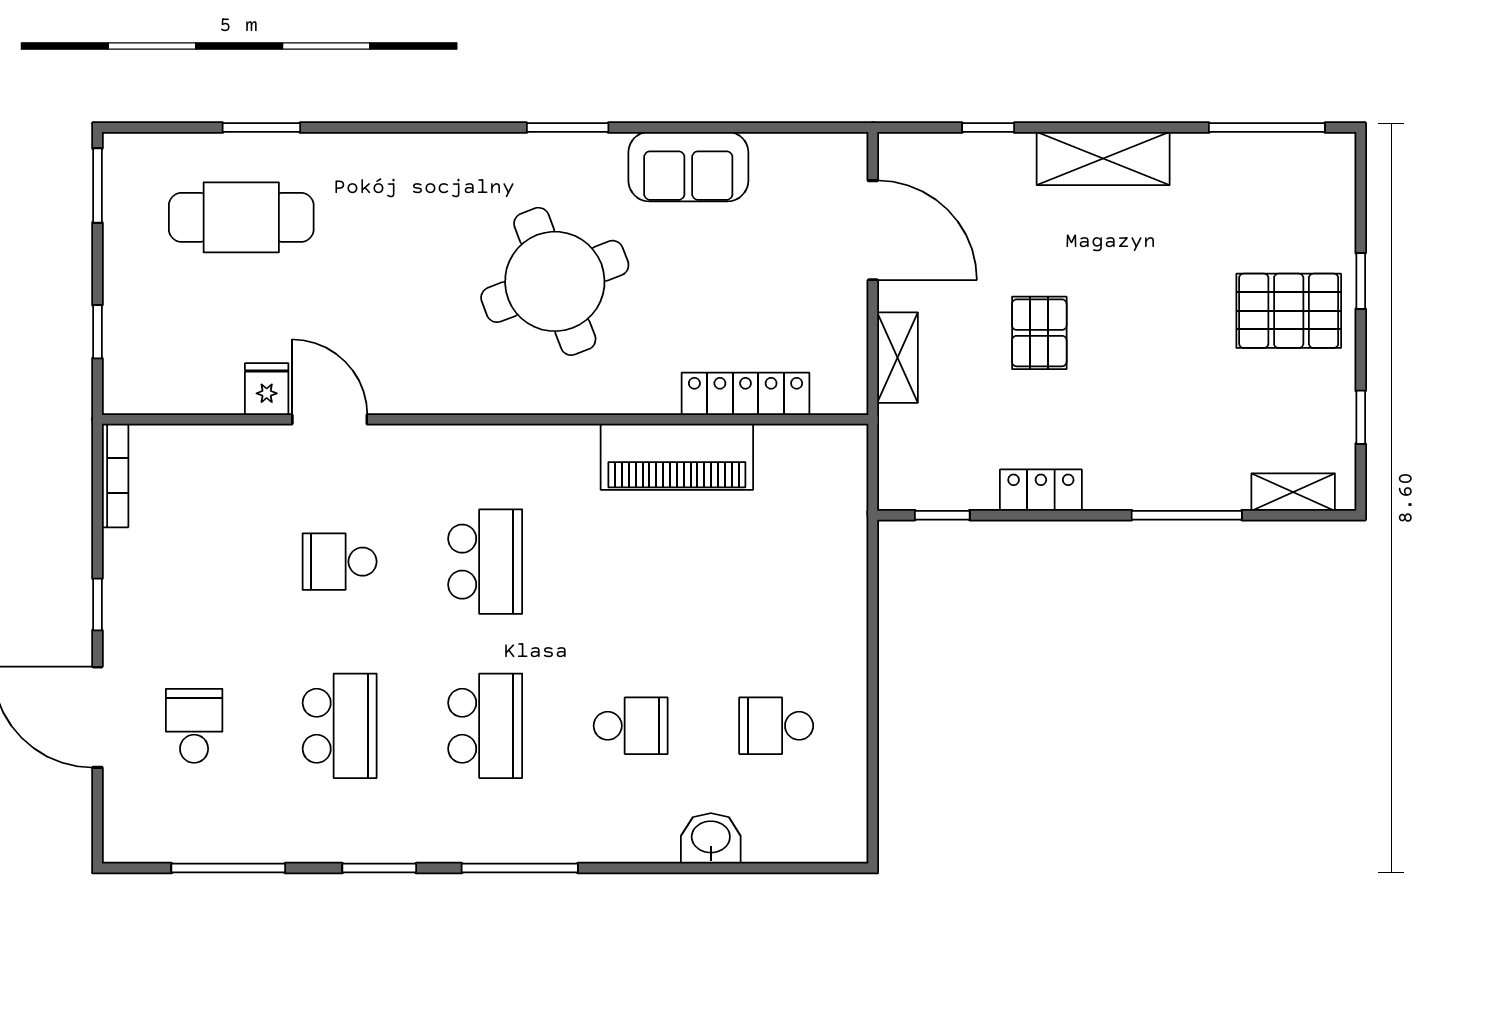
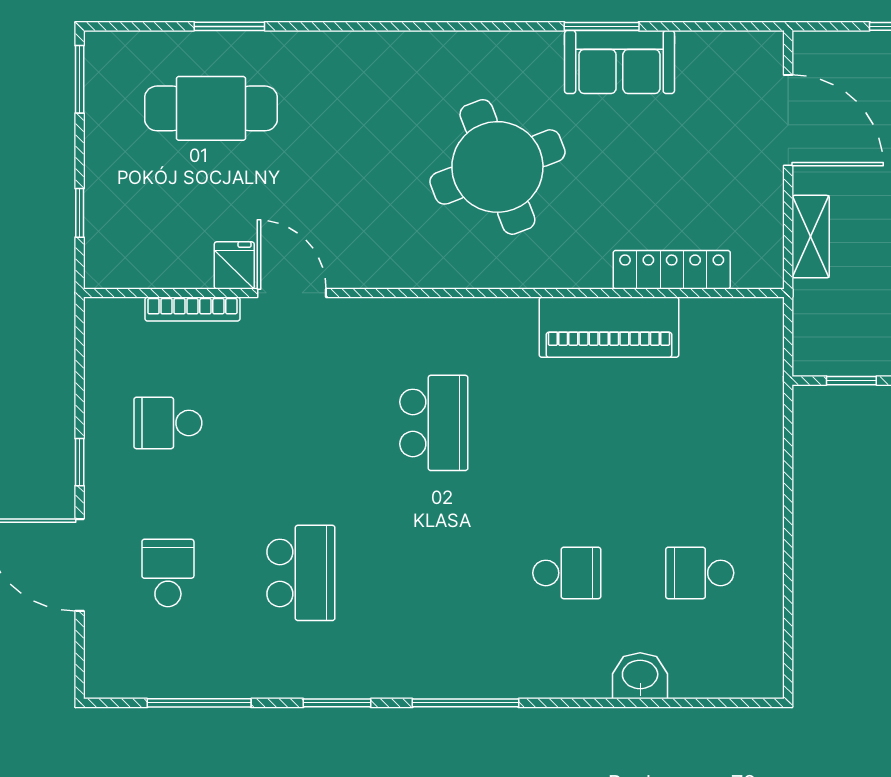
window: (568, 128) -> (602, 26), moved
bookcase: (115, 476) -> (192, 309), moved, turned 90
school desk: (340, 562) -> (168, 423), moved
school desk: (485, 726) -> (434, 573), removed

